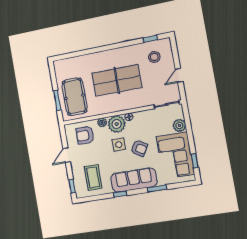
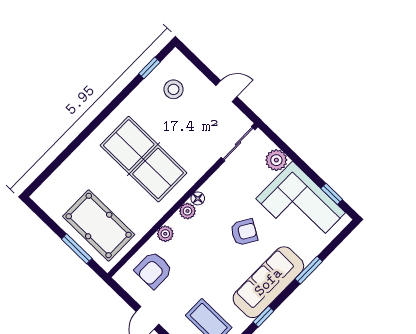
door: (179, 75) -> (226, 91), swing flipped
table tennis table: (117, 80) -> (143, 159), turned 90
plant: (117, 124) -> (187, 211), width x0.53, depth x0.53
side table: (119, 145) -> (212, 248), removed

